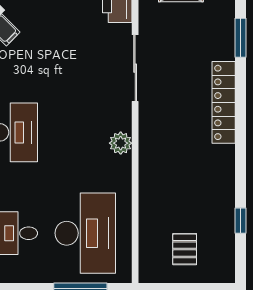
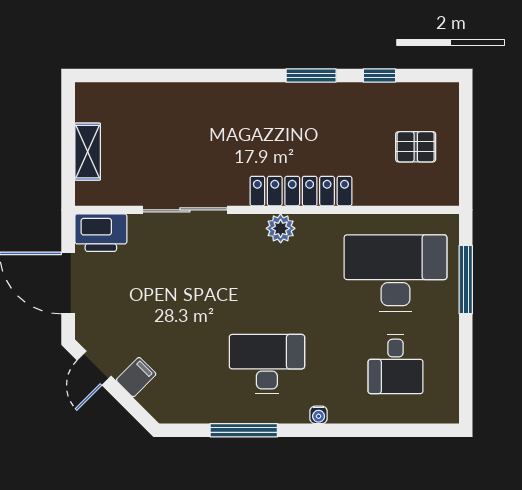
window: (240, 38) -> (311, 76), moved
locker: (224, 102) -> (301, 191), moved, turned 180

